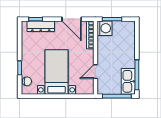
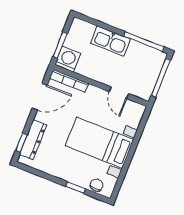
kitchen sink: (128, 81) -> (111, 41), moved

